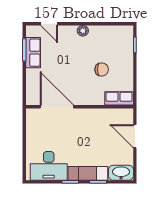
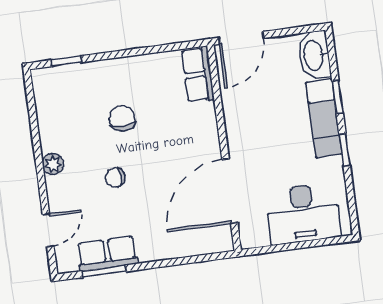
chair: (72, 62) -> (115, 178), added
row of seats: (119, 98) -> (198, 74), moved
door: (57, 107) -> (230, 191), moved
wall: (80, 107) -> (224, 148), moved
desk: (49, 166) -> (303, 214), moved, turned 90

